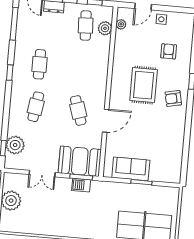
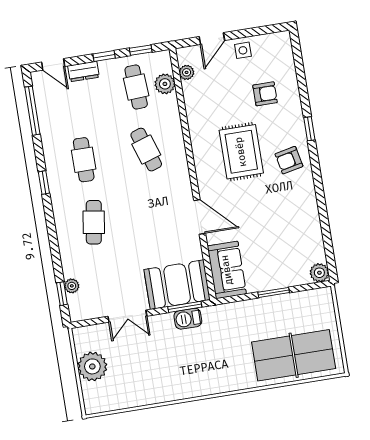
armchair: (169, 51) -> (265, 94), turned 90
cafe table: (78, 110) -> (146, 150), moved
door: (106, 121) -> (200, 217), hinge flipped
plant: (15, 145) -> (72, 286), width x0.53, depth x0.53
sofa: (131, 169) -> (227, 270), moved, turned 90
plant: (175, 177) -> (319, 273), added

